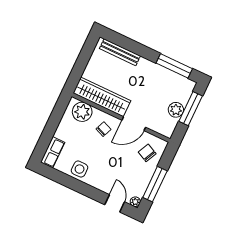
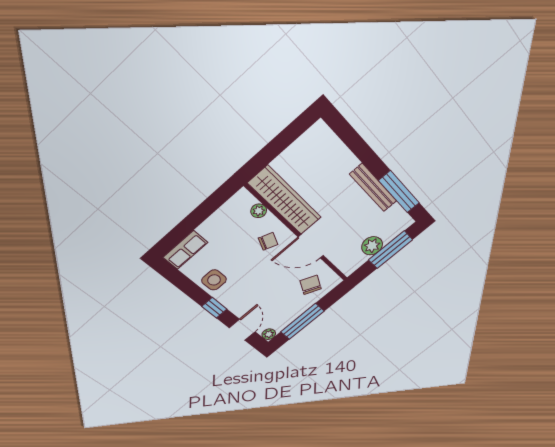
bench: (120, 52) -> (373, 188), moved
plant: (82, 112) -> (259, 211), width x0.53, depth x0.53
window: (88, 191) -> (214, 308), added

